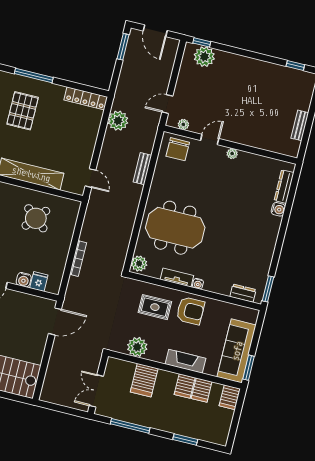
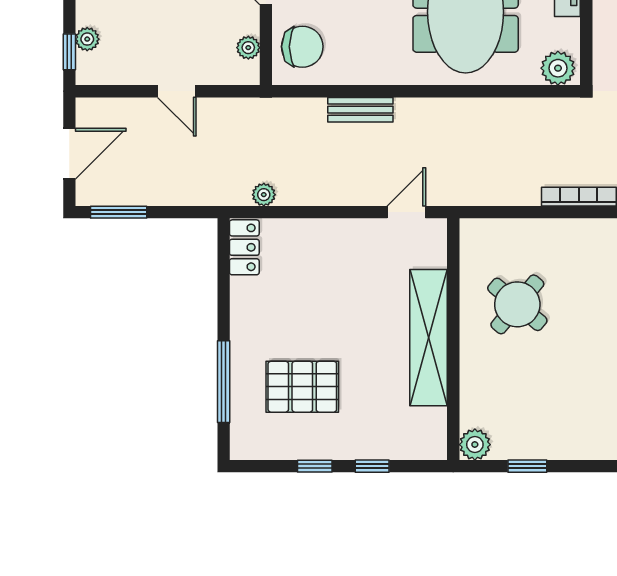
plant: (204, 57) -> (87, 39), width x0.53, depth x0.53
locker: (86, 98) -> (244, 247), width x0.66
door: (167, 104) -> (177, 91), moved
plant: (118, 121) -> (264, 195), width x0.53, depth x0.53

